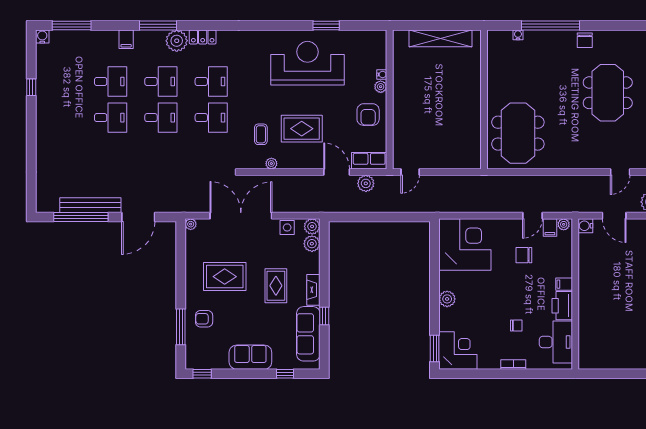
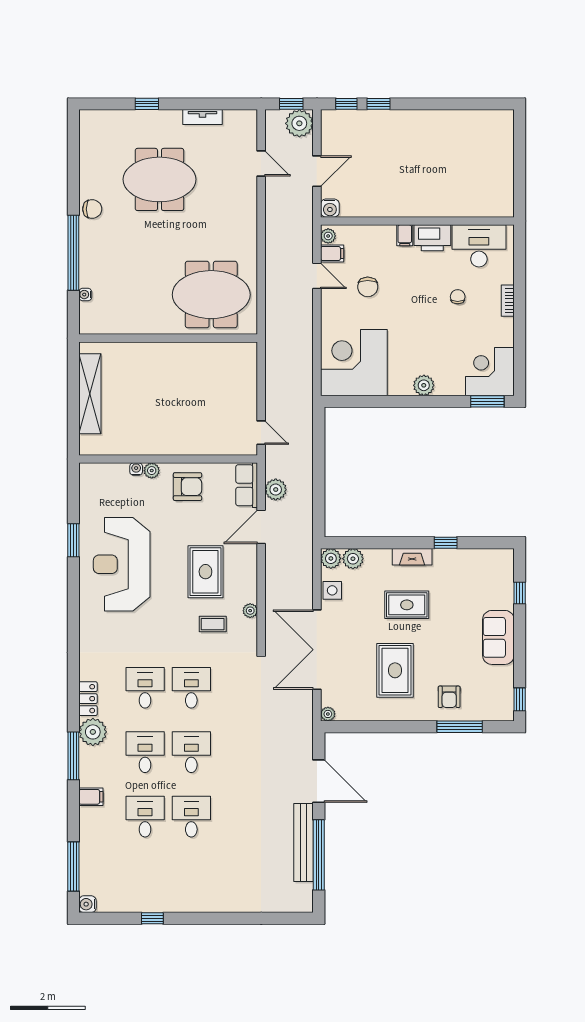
sofa: (308, 334) -> (468, 563), removed

